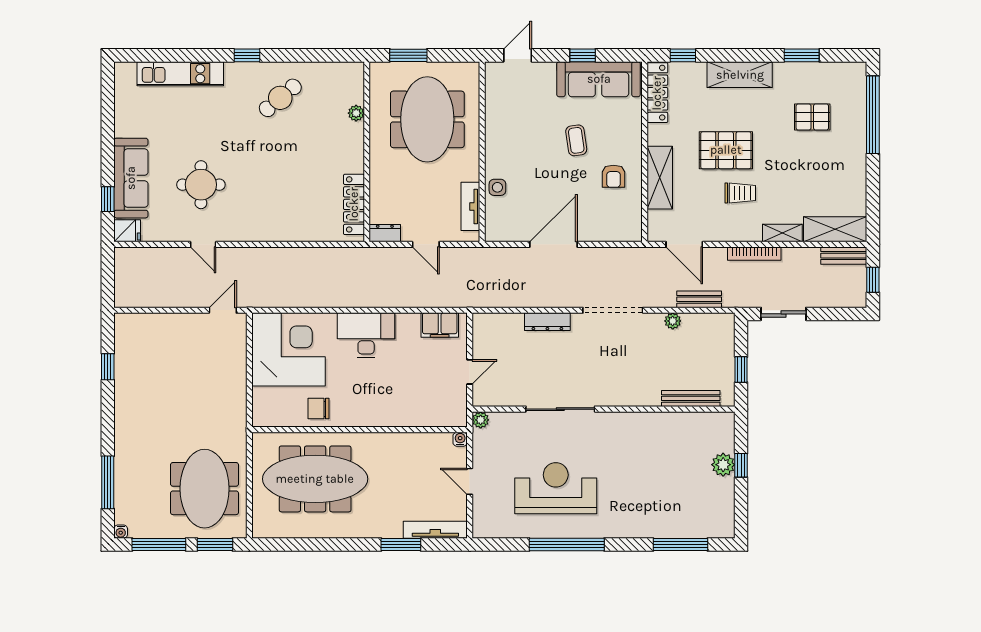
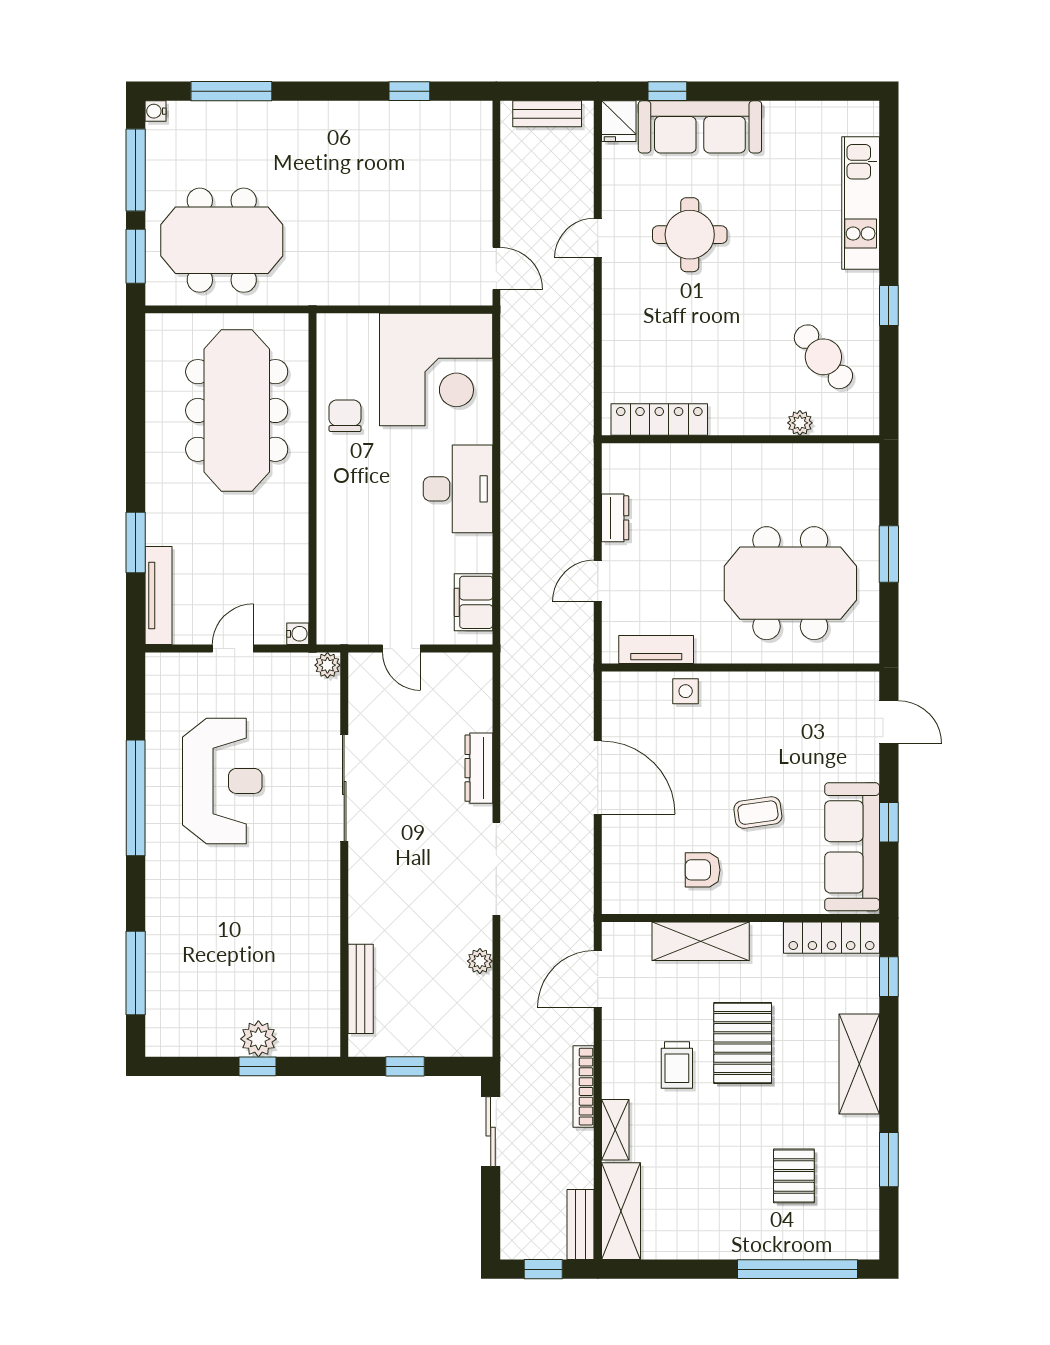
plant: (356, 113) -> (800, 423), moved
wall: (367, 152) -> (740, 439), moved
locker: (354, 204) -> (659, 420), moved
bench: (699, 299) -> (547, 114), moved, turned 90

